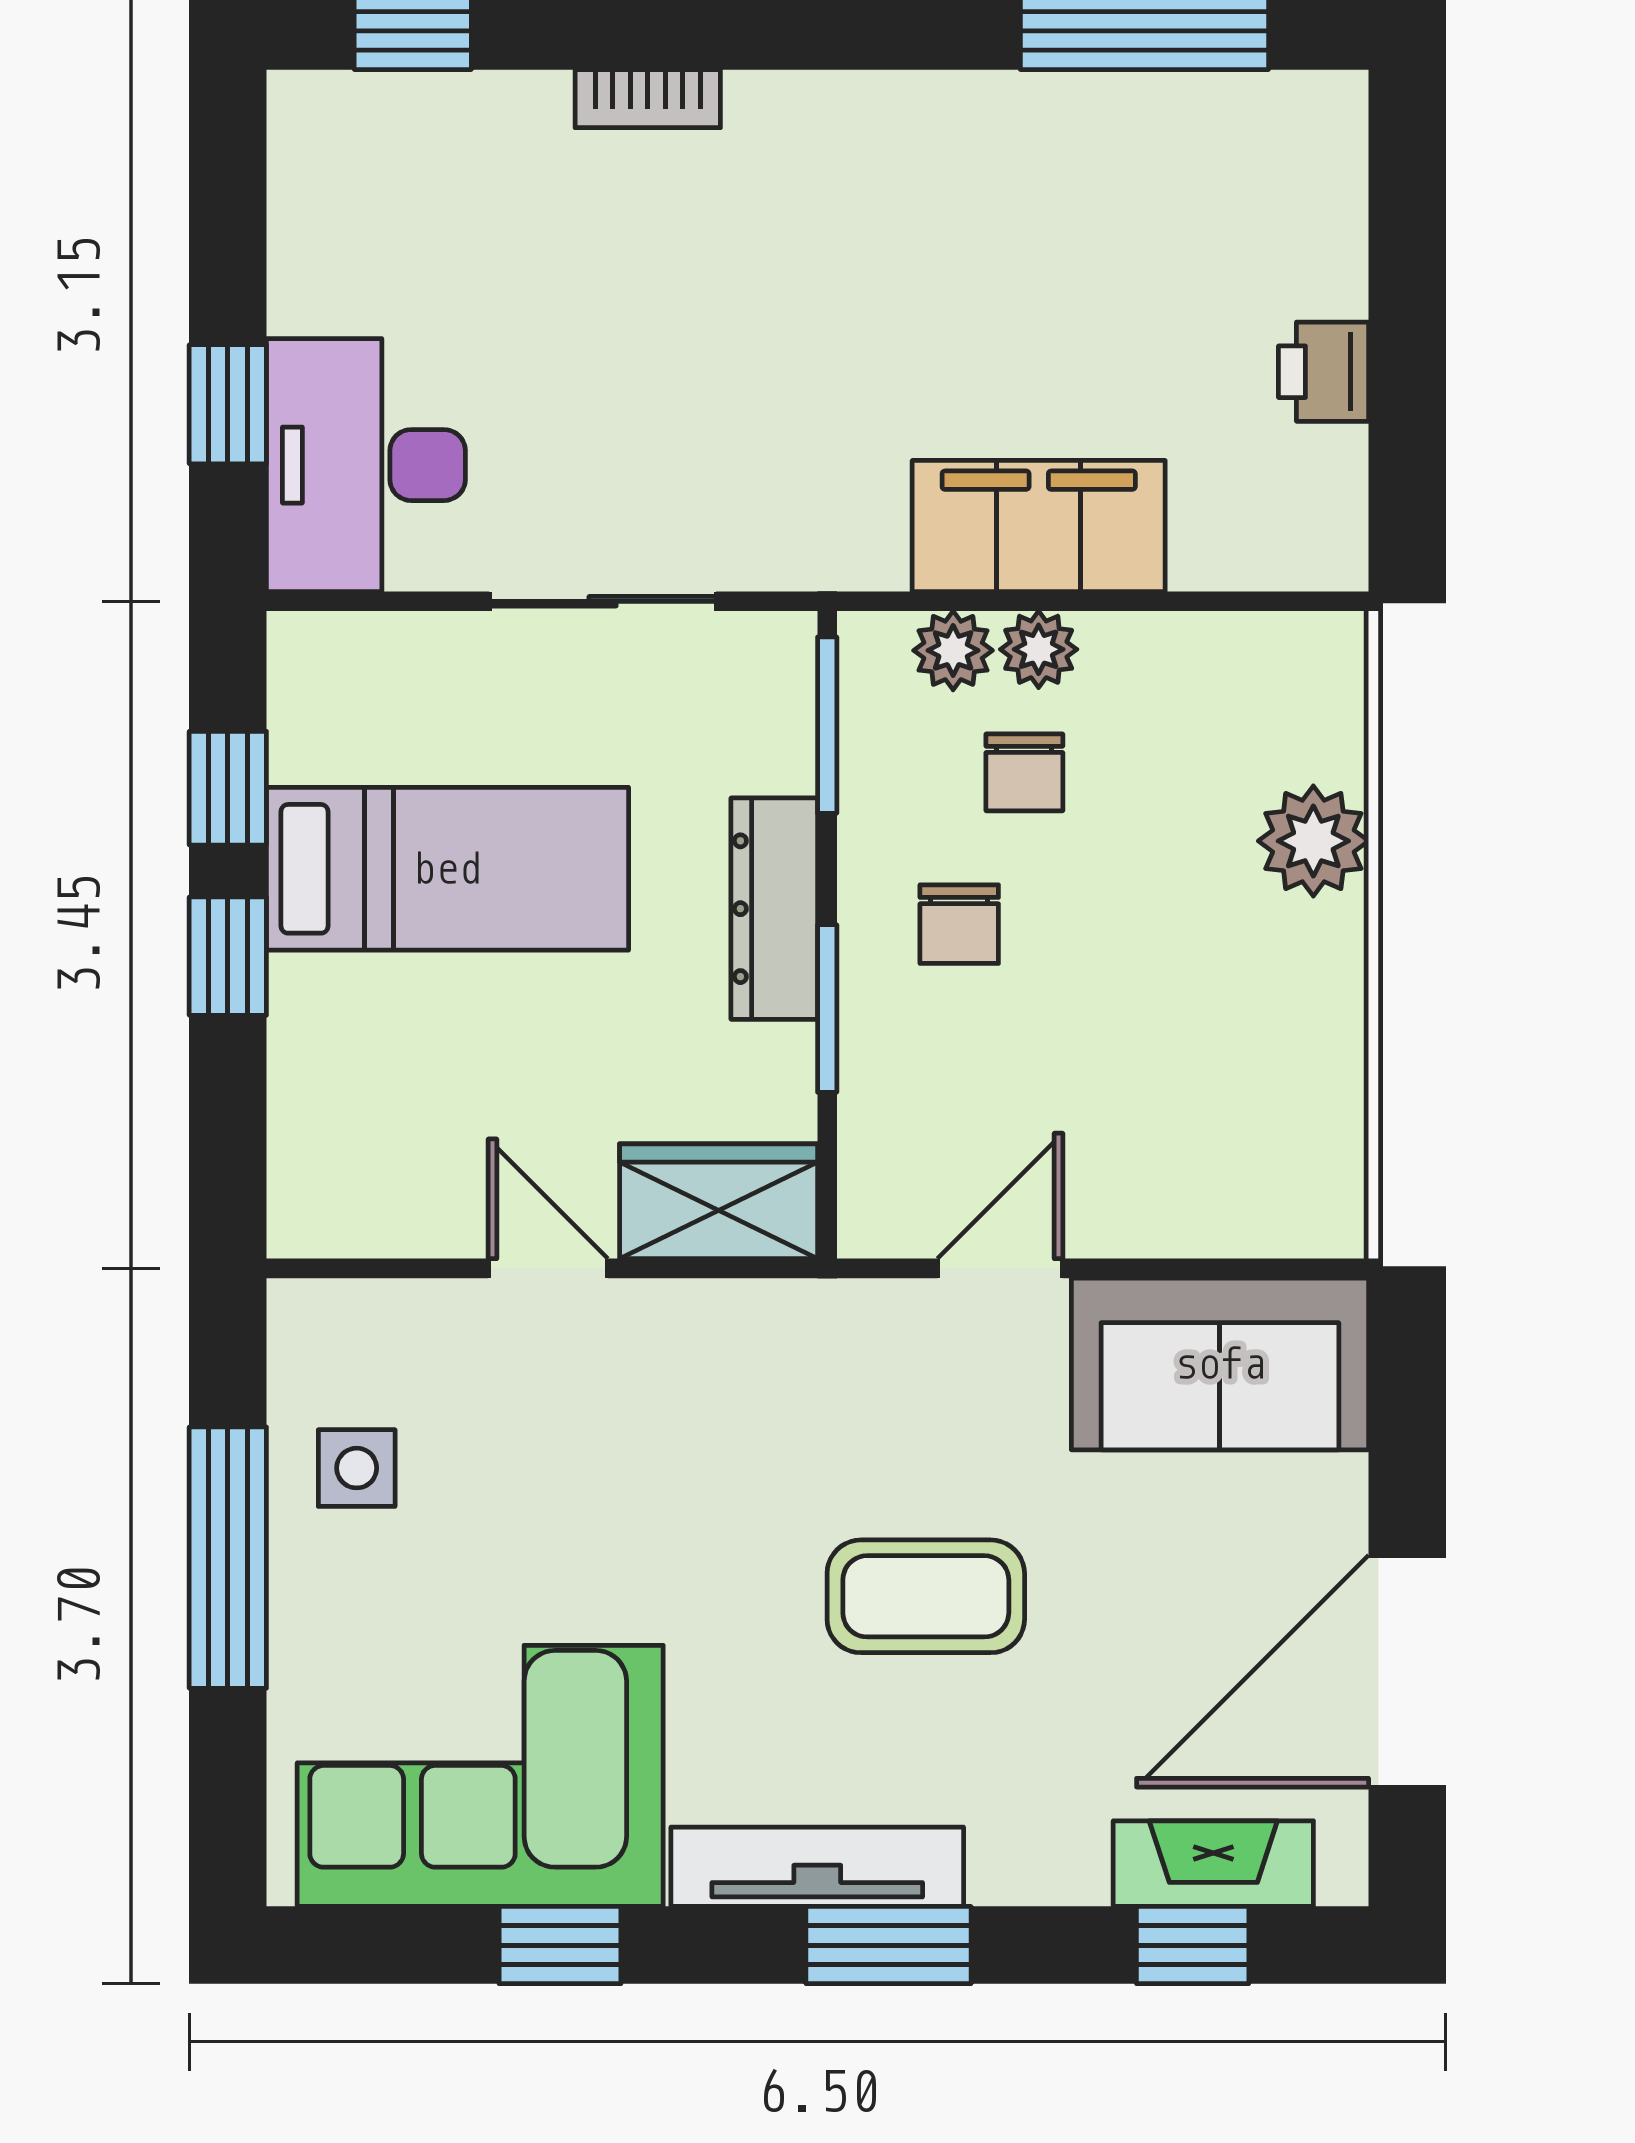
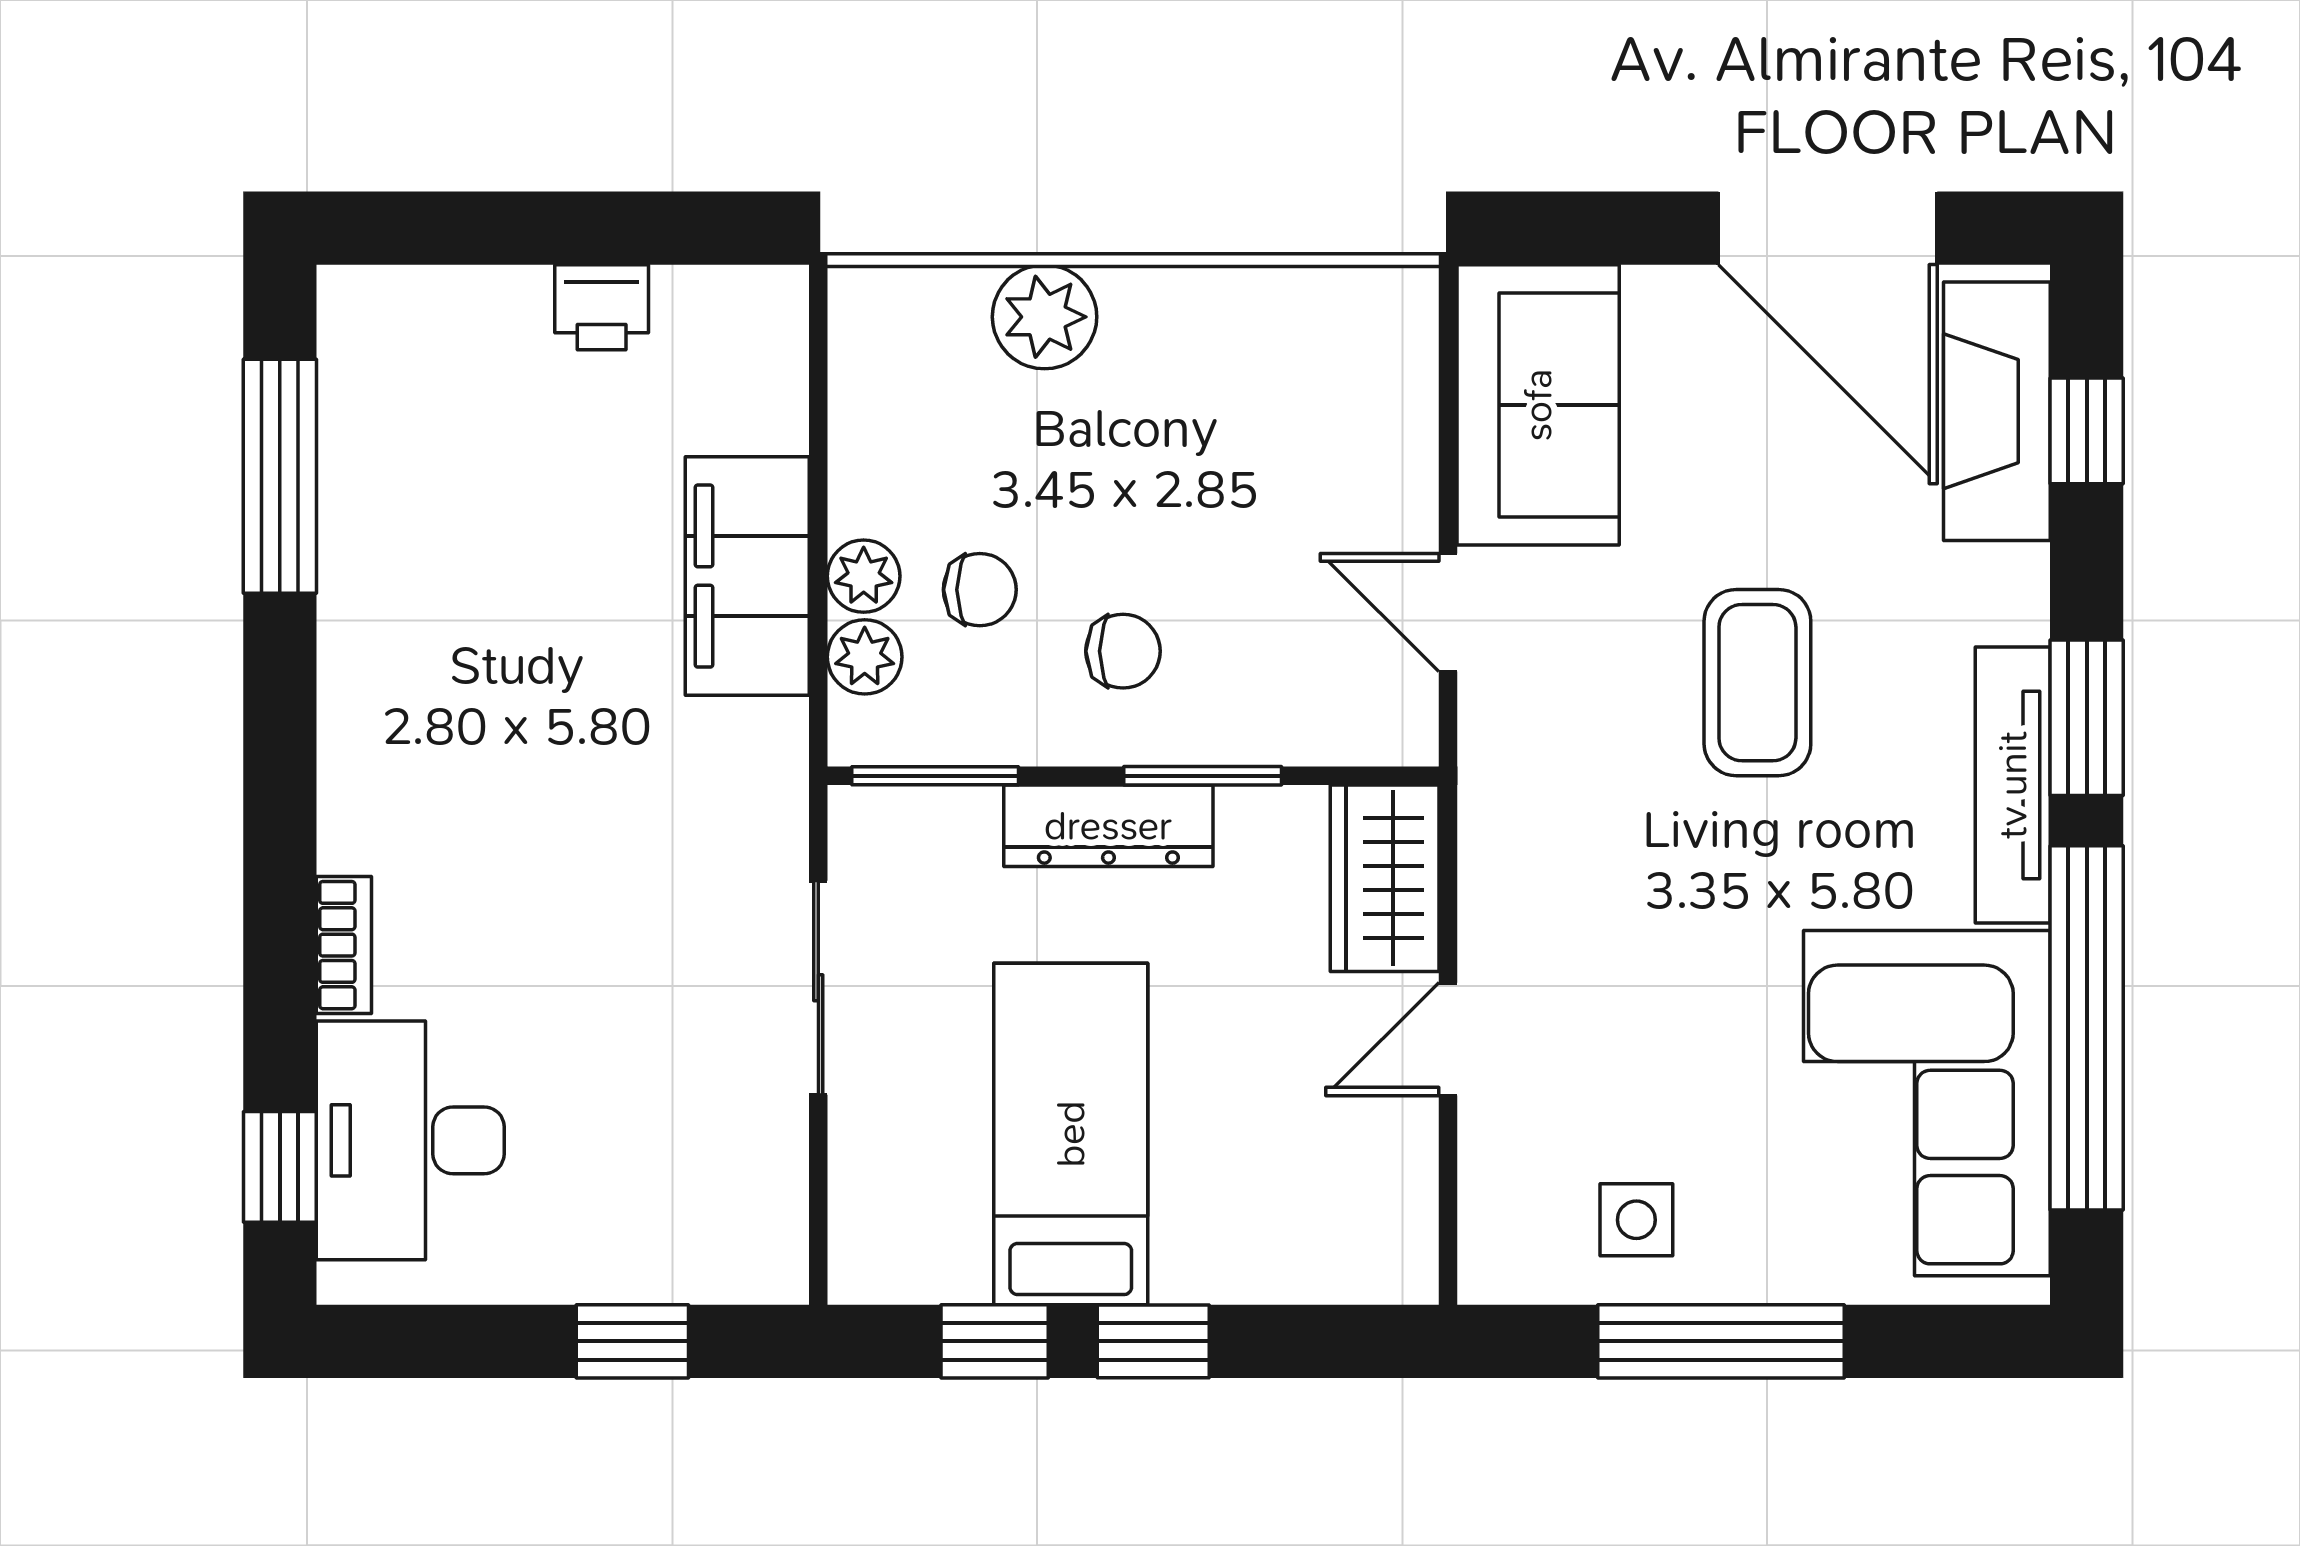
desk: (366, 465) -> (410, 1140), moved, turned 90
fireplace: (1213, 1864) -> (1997, 411), width x1.37, depth x1.32
window: (560, 1945) -> (2087, 1028), width x3.17

